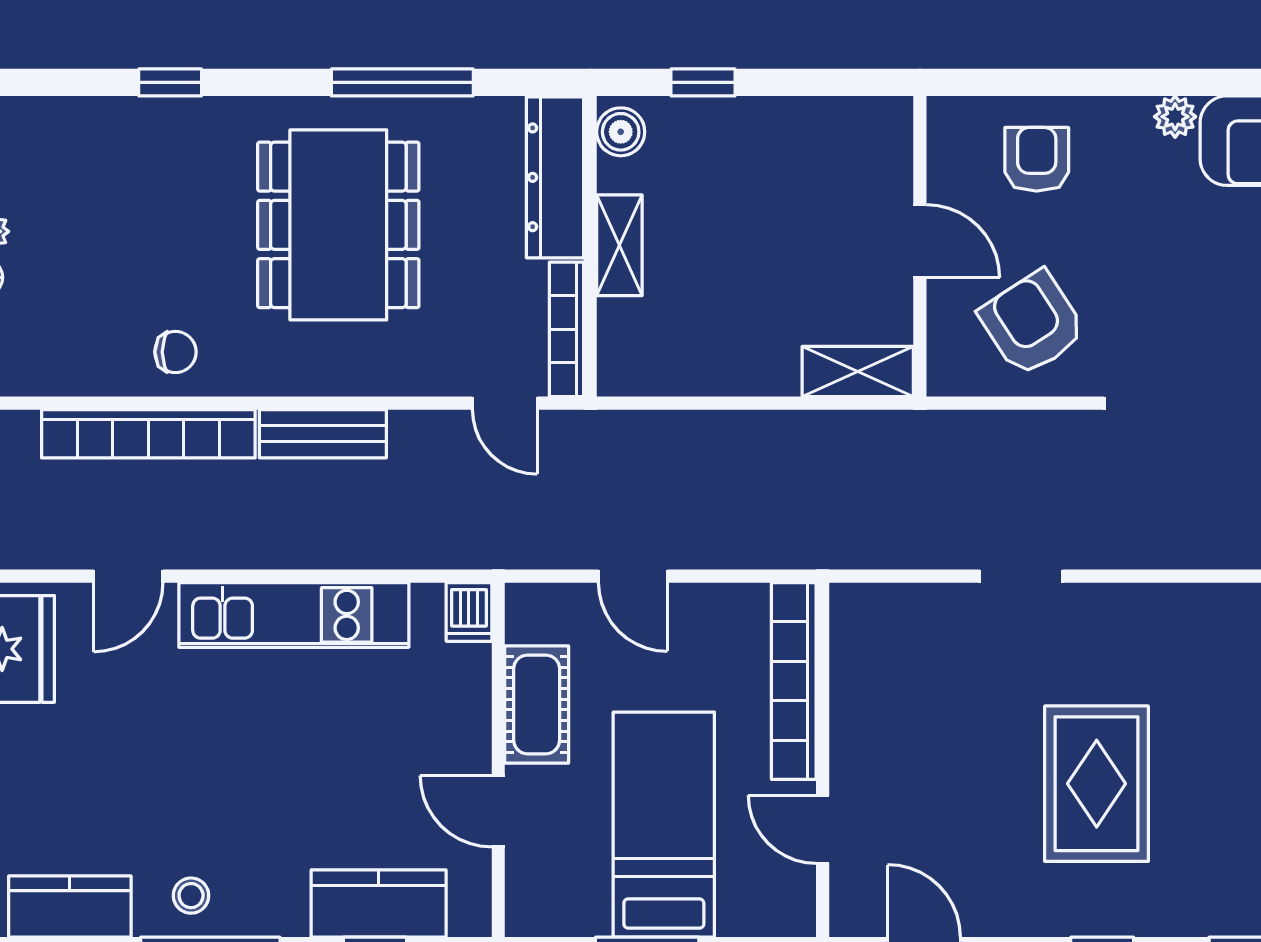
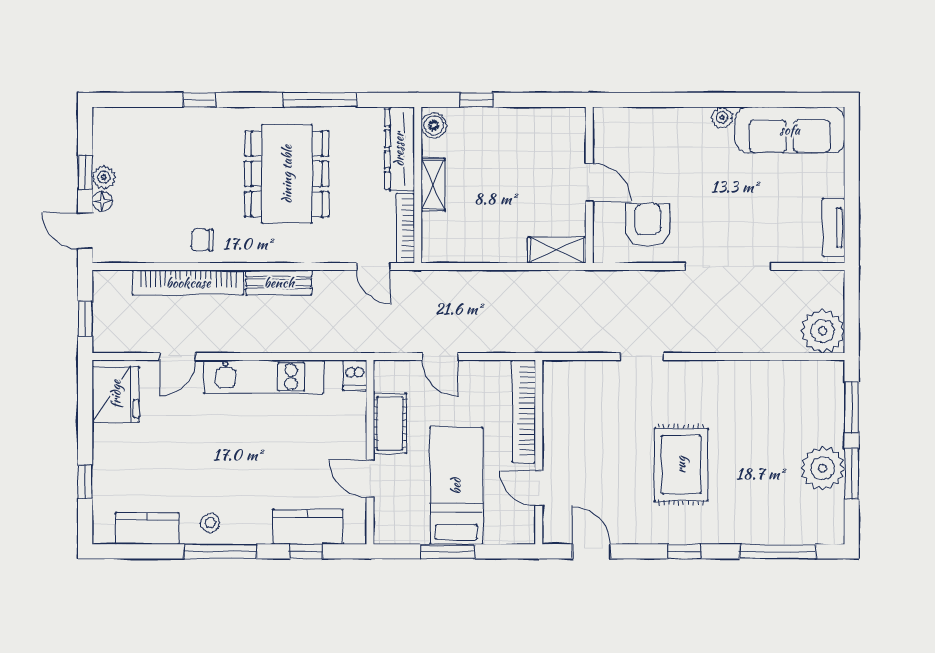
armchair: (1037, 159) -> (650, 140), removed
armchair: (1032, 323) -> (648, 225), turned 33
chair: (175, 352) -> (202, 240), turned 180

